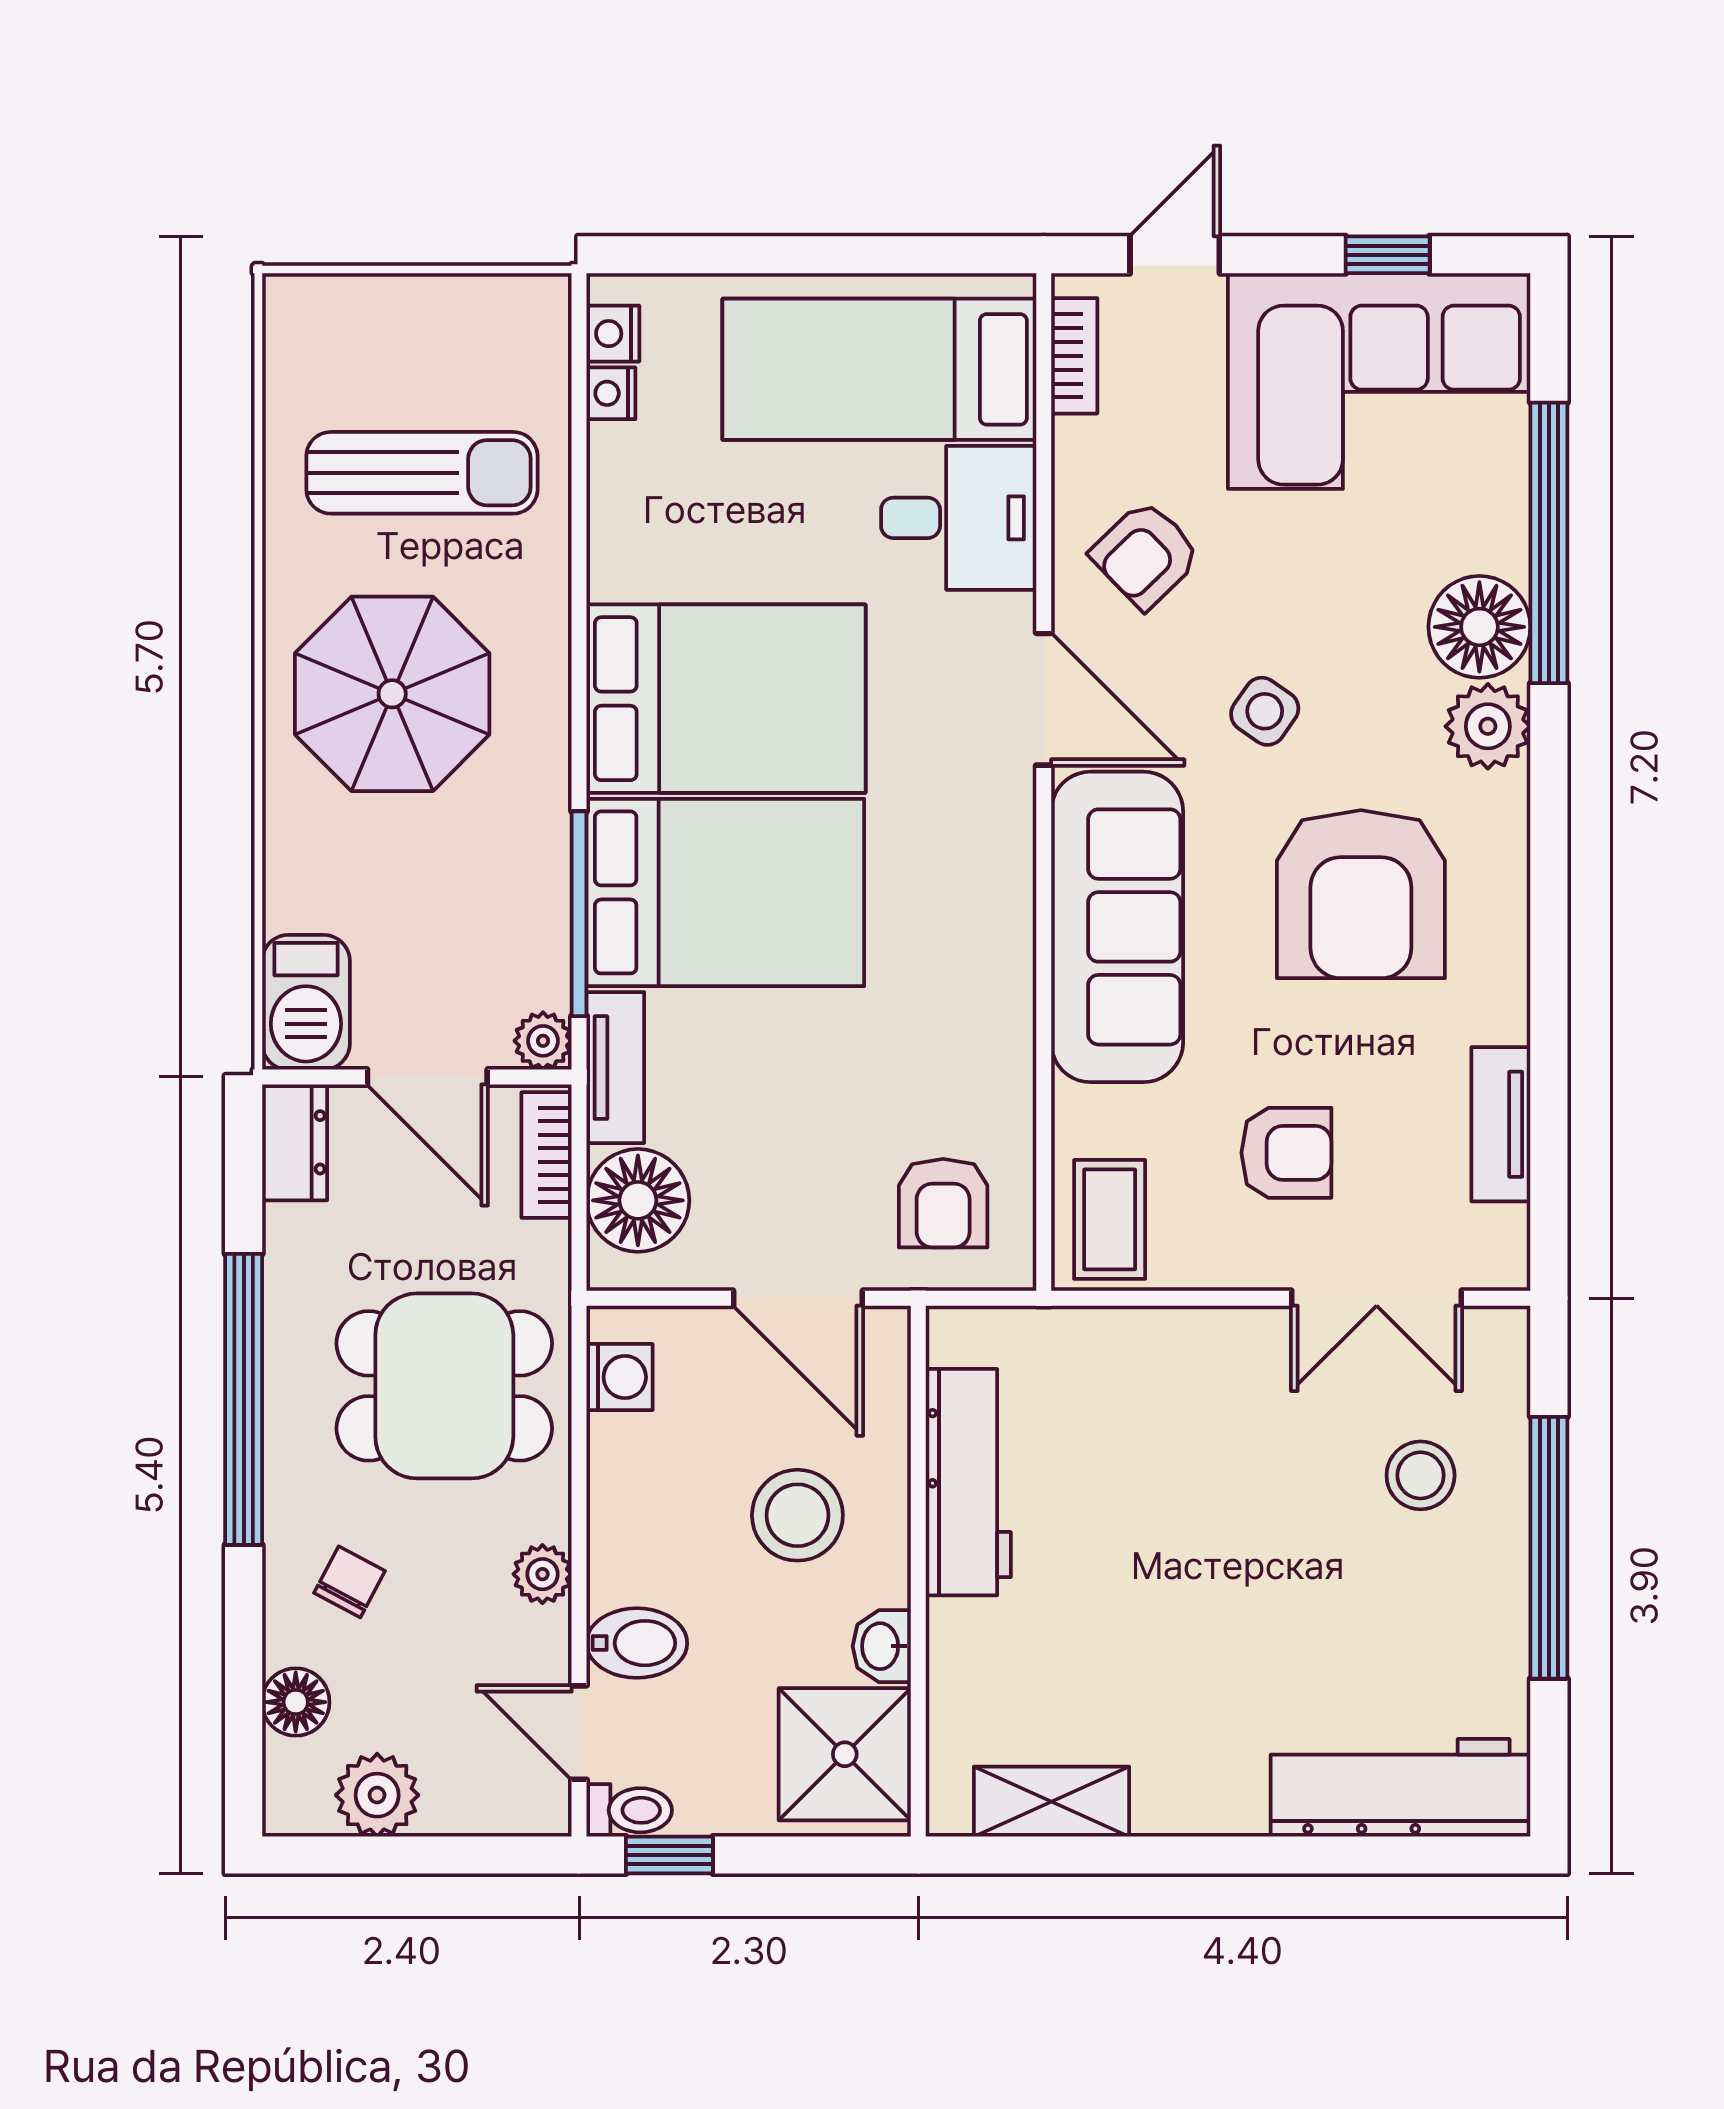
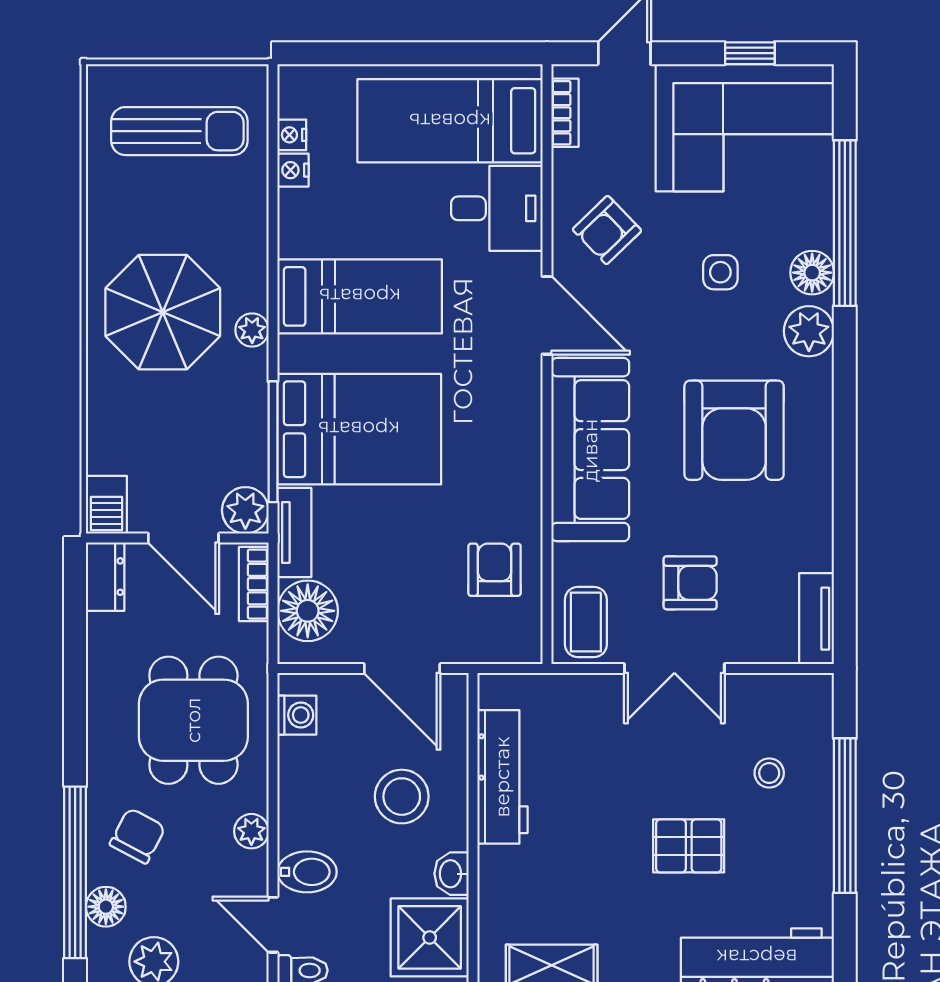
nightstand: (613, 334) -> (293, 170), moved
sun lounger: (422, 473) -> (179, 131), moved
floor lamp: (1479, 627) -> (812, 273), width x0.73, depth x0.73
bed: (726, 699) -> (360, 296), width x0.67
side table: (1265, 711) -> (720, 272), moved, turned -35
plant: (544, 724) -> (252, 330), added
barbecue: (306, 1002) -> (106, 505), width x0.73, depth x0.79
plant: (543, 1041) -> (245, 510), width x1.38, depth x1.38
tv unit: (1501, 1124) -> (817, 619), moved
armchair: (943, 1203) -> (495, 570), moved, turned 180
double door: (1377, 1298) -> (674, 669), moved
dining table: (444, 1386) -> (193, 720), turned 90
window: (244, 1399) -> (75, 872), moved
stool: (1421, 1475) -> (769, 773), width x0.73, depth x0.73
chair: (350, 1582) -> (138, 836), width x1.37, depth x1.37
pallet: (1284, 1599) -> (689, 846), added

